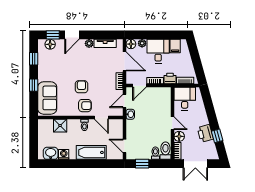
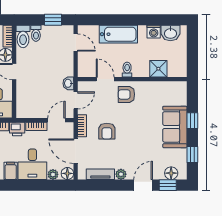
armchair: (81, 87) -> (107, 131), moved
sofa: (47, 98) -> (175, 127), moved

